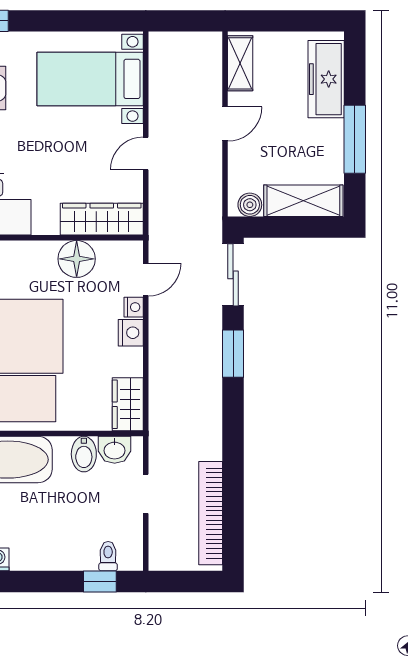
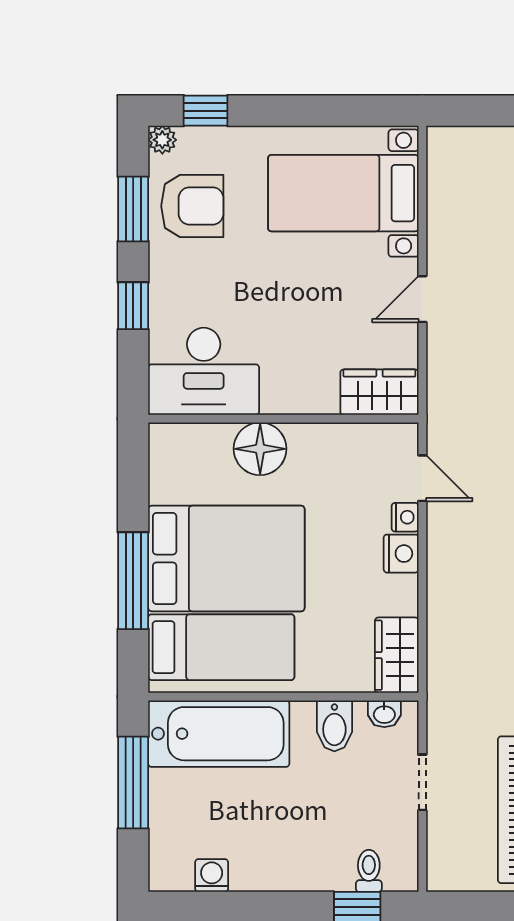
wardrobe: (102, 219) -> (379, 392), width x0.67
floor lamp: (77, 259) -> (260, 449), moved
door: (146, 280) -> (422, 478), hinge flipped
washbasin: (115, 450) -> (384, 714), width x0.72, depth x0.69

